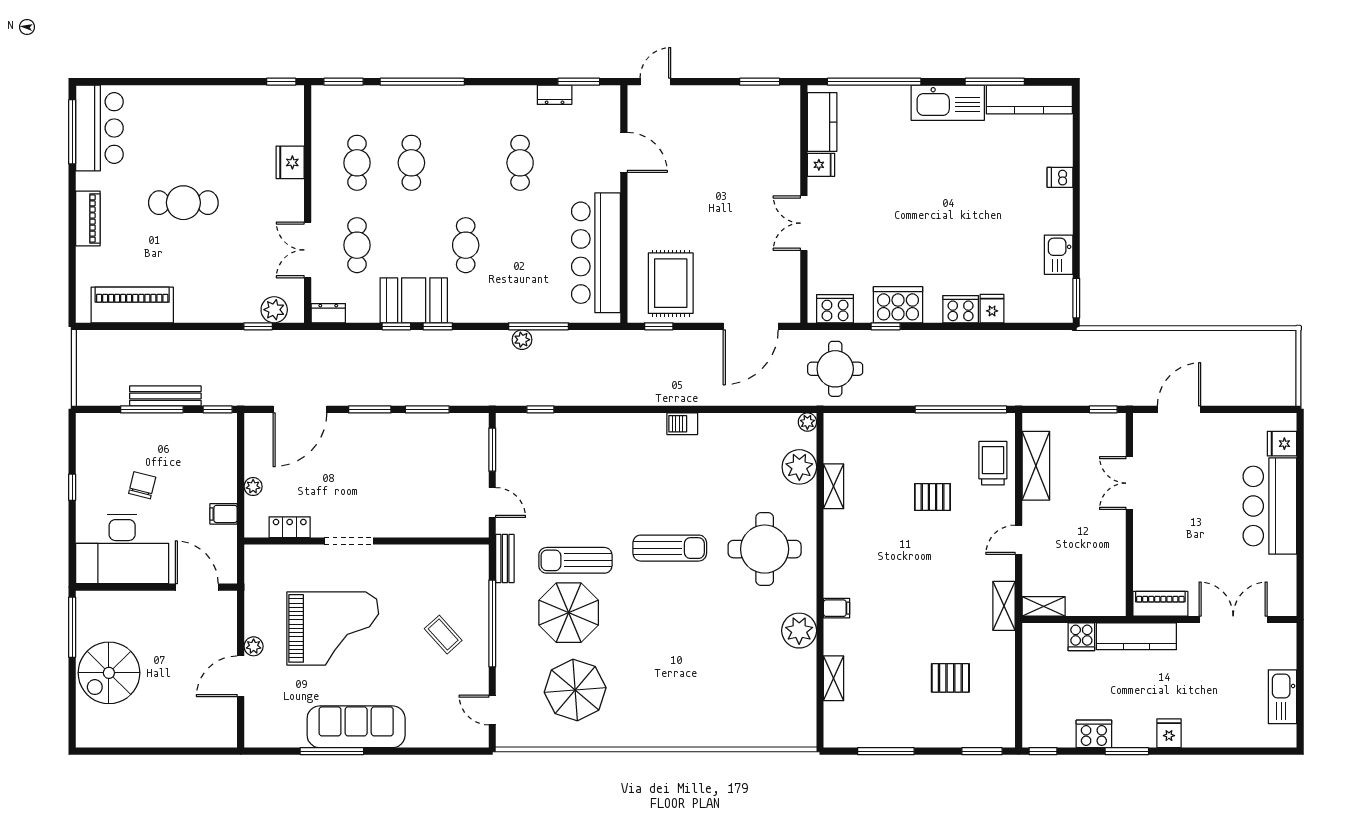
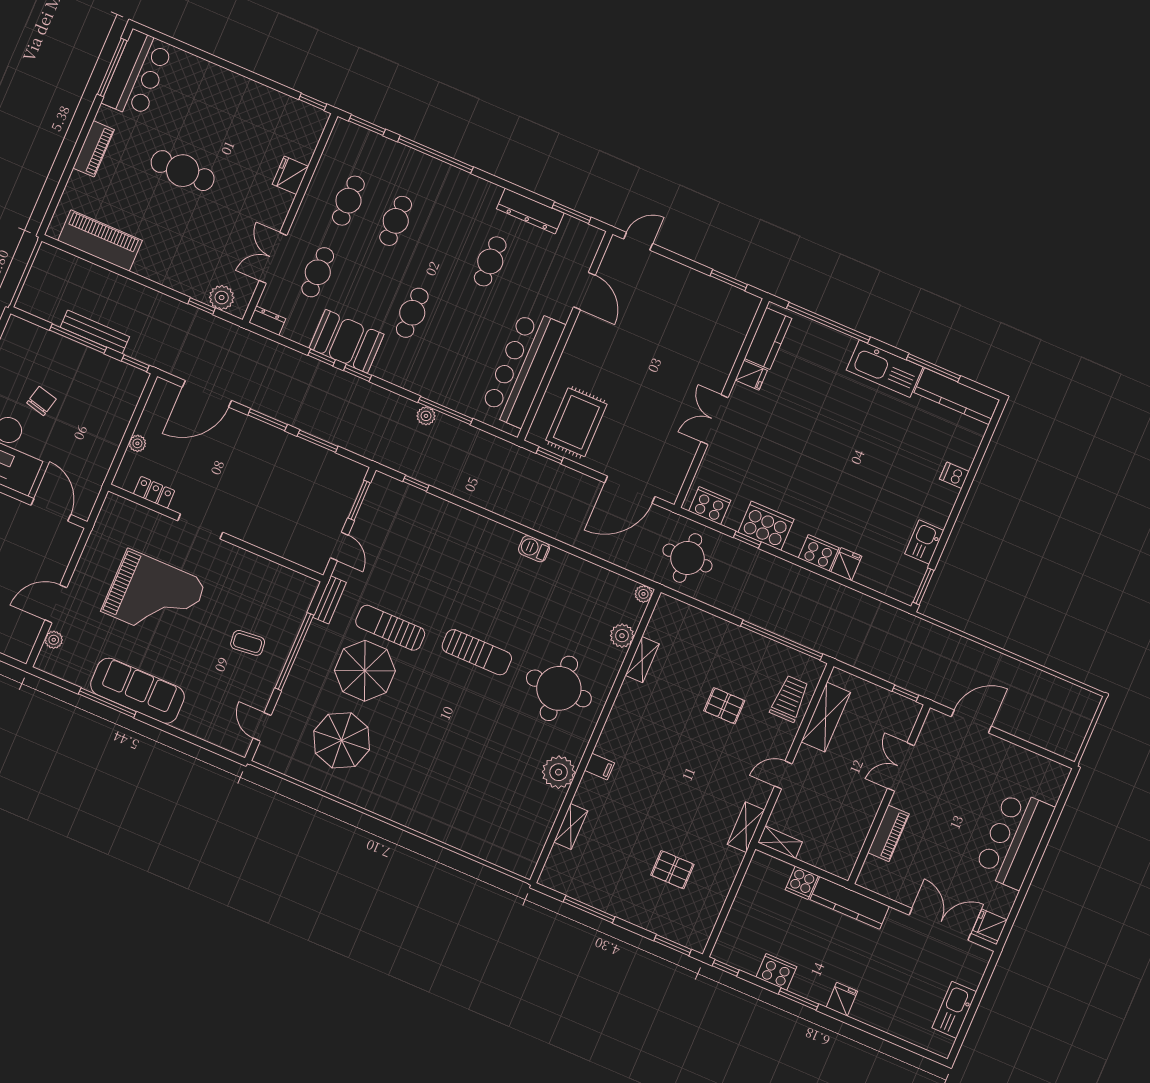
dresser: (555, 95) -> (530, 211), width x1.96, depth x1.24
fridge: (1282, 444) -> (990, 925), moved
plant: (799, 467) -> (622, 636), width x0.73, depth x0.73
filing cabinet: (224, 514) -> (102, 456), removed
piano: (1160, 604) -> (888, 833), moved, turned 90
coffee table: (443, 635) -> (248, 643), turned -54
plant: (254, 646) -> (54, 640), moved

